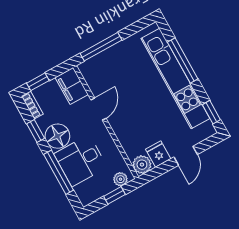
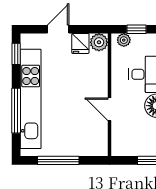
window: (101, 47) -> (58, 160), moved
filing cabinet: (72, 86) -> (121, 141), removed
door: (99, 109) -> (109, 109), hinge flipped

